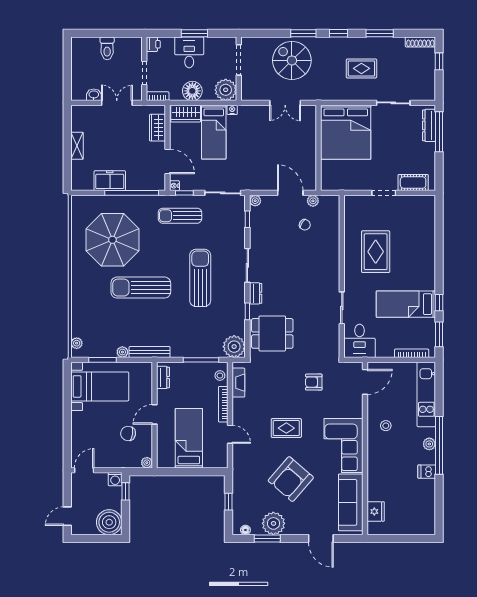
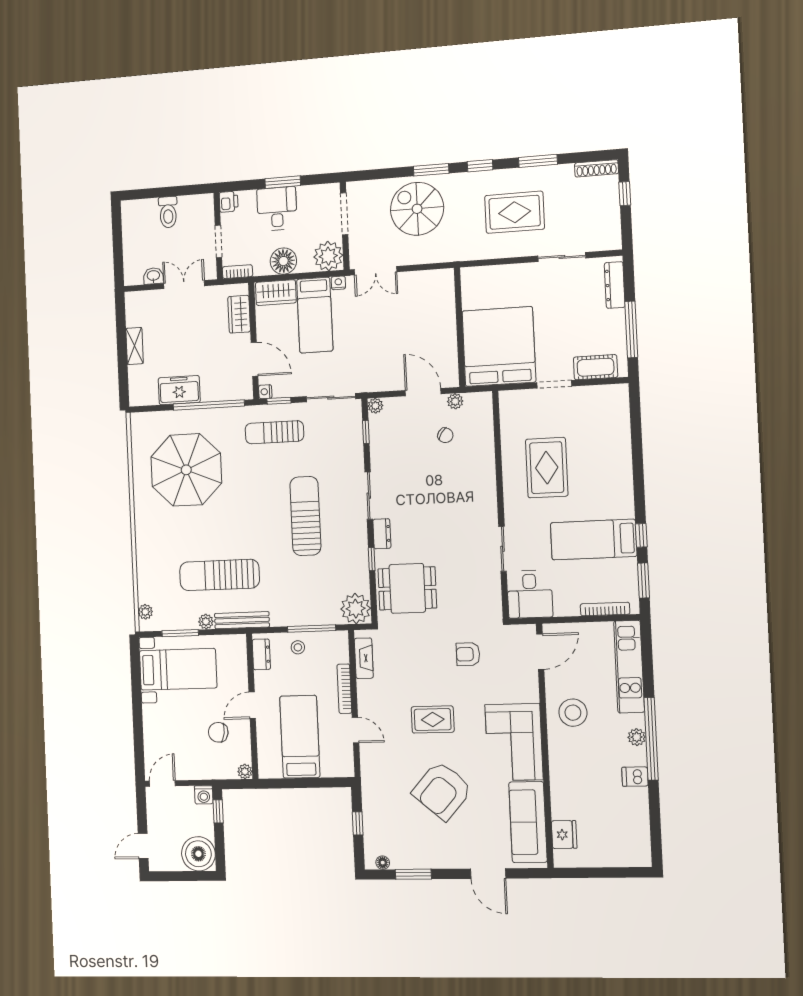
rug: (361, 68) -> (515, 212), width x1.36, depth x1.43
double door: (285, 103) -> (375, 271), moved
bed: (346, 132) -> (499, 347), moved, turned 180
window: (439, 132) -> (631, 329), moved
sun lounger: (141, 288) -> (220, 575), moved
stool: (220, 376) -> (298, 647), moved
stool: (386, 426) -> (573, 713), width x1.89, depth x1.89
plant: (273, 523) -> (421, 853), removed

